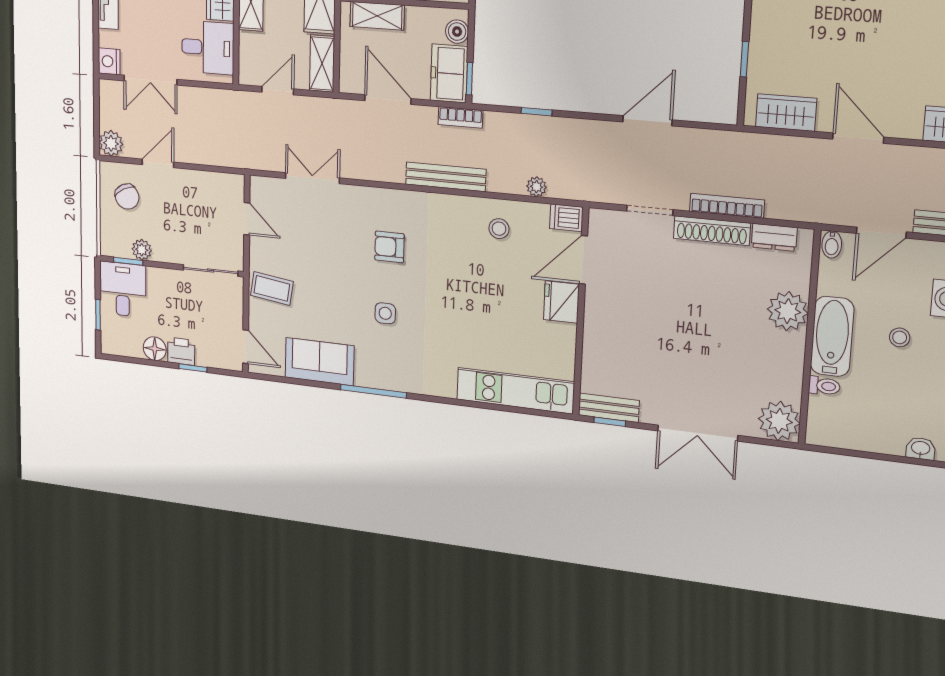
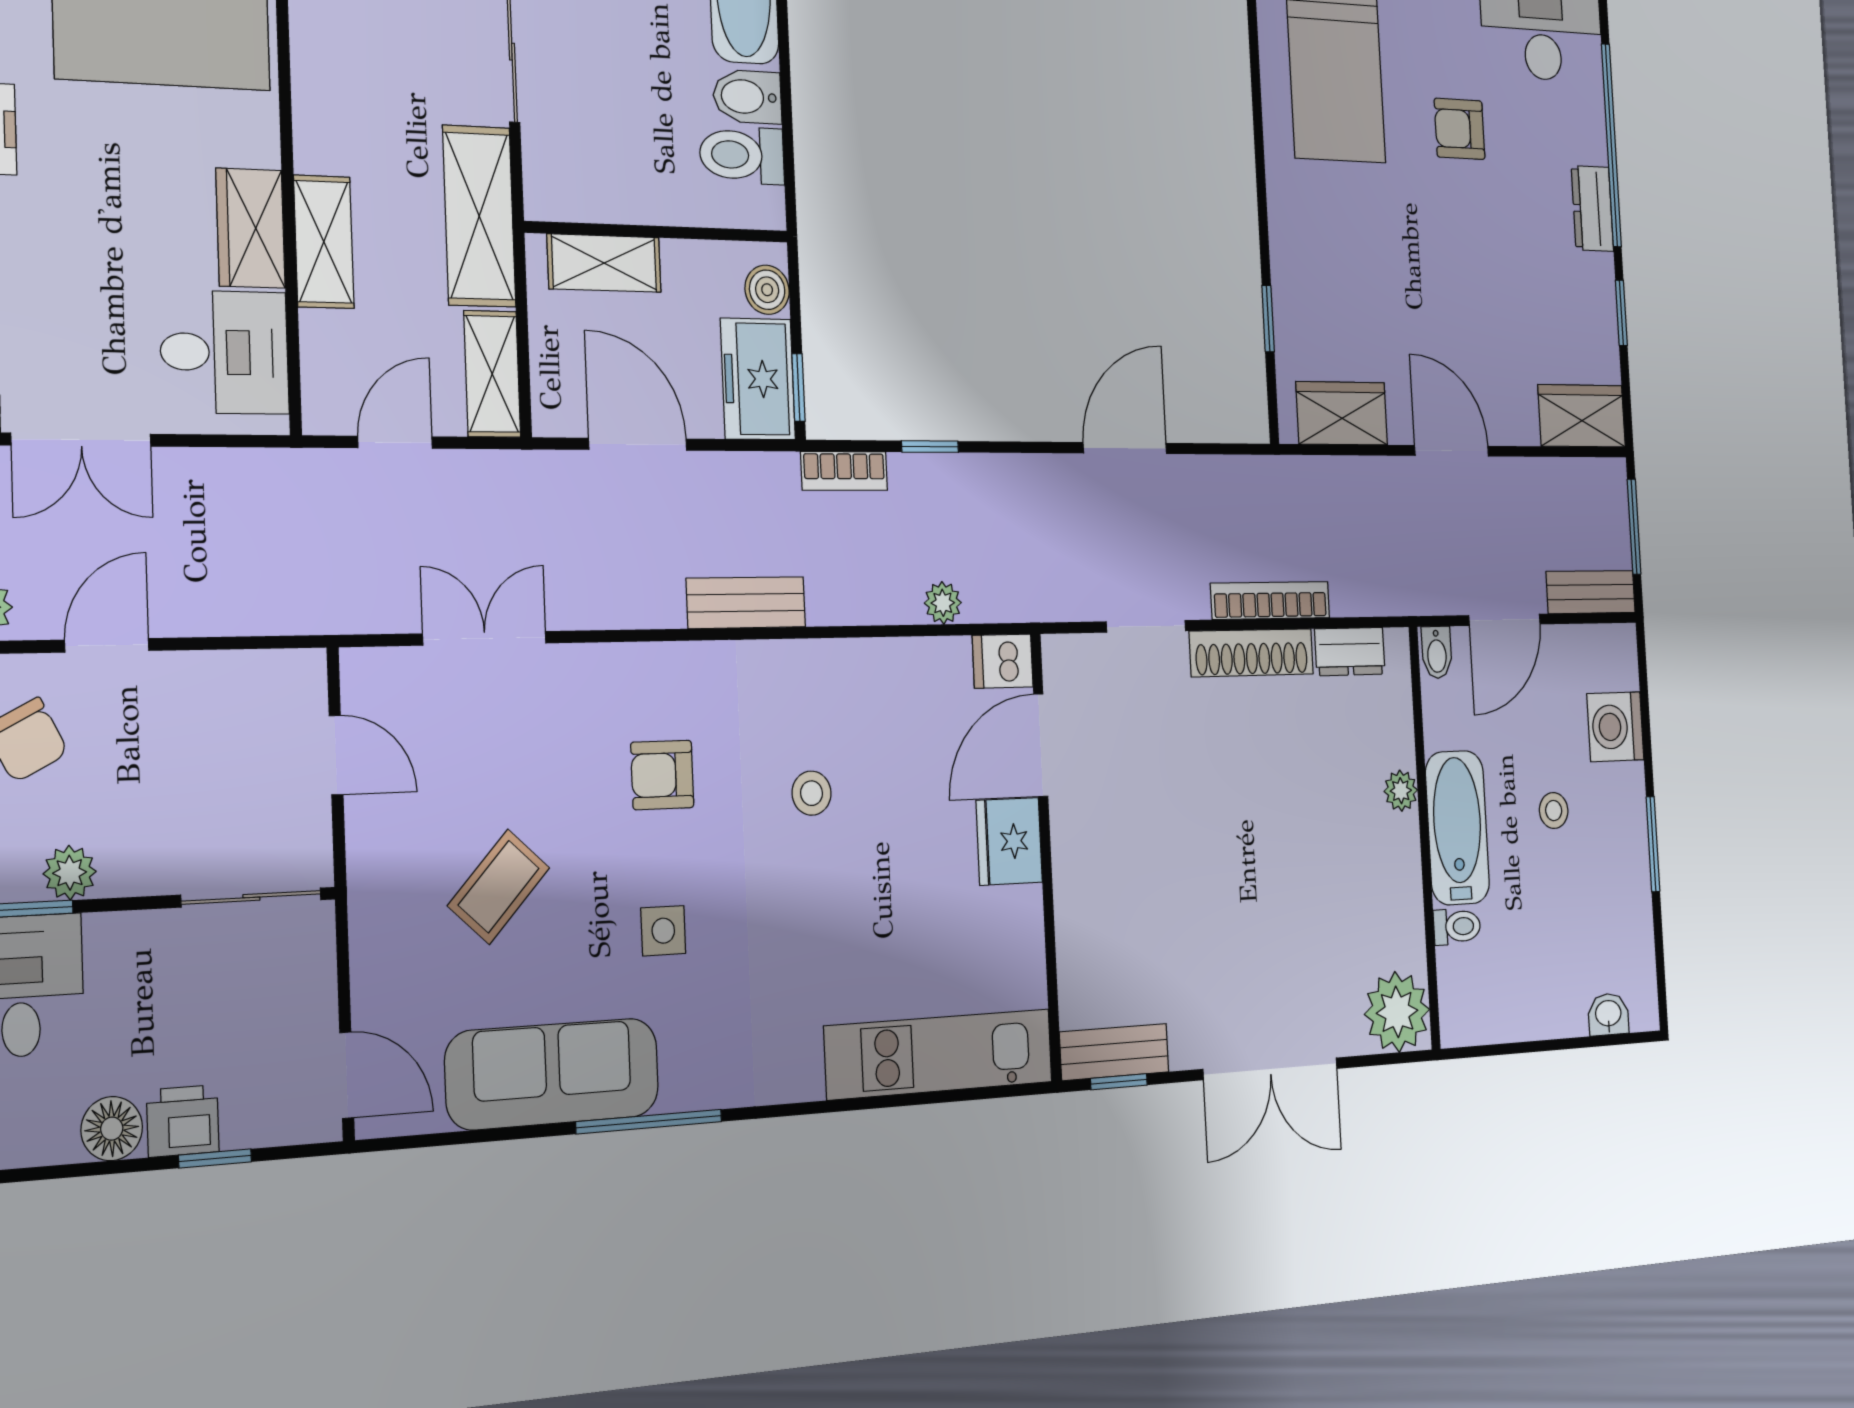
bookcase: (460, 117) -> (844, 471), moved
bench: (446, 177) -> (746, 603), width x0.73
stool: (499, 229) -> (812, 793), moved
coffee table: (272, 288) -> (499, 887), moved, turned -55
plant: (788, 311) -> (1401, 791), width x0.53, depth x0.53
sofa: (320, 362) -> (553, 1074), width x1.36

